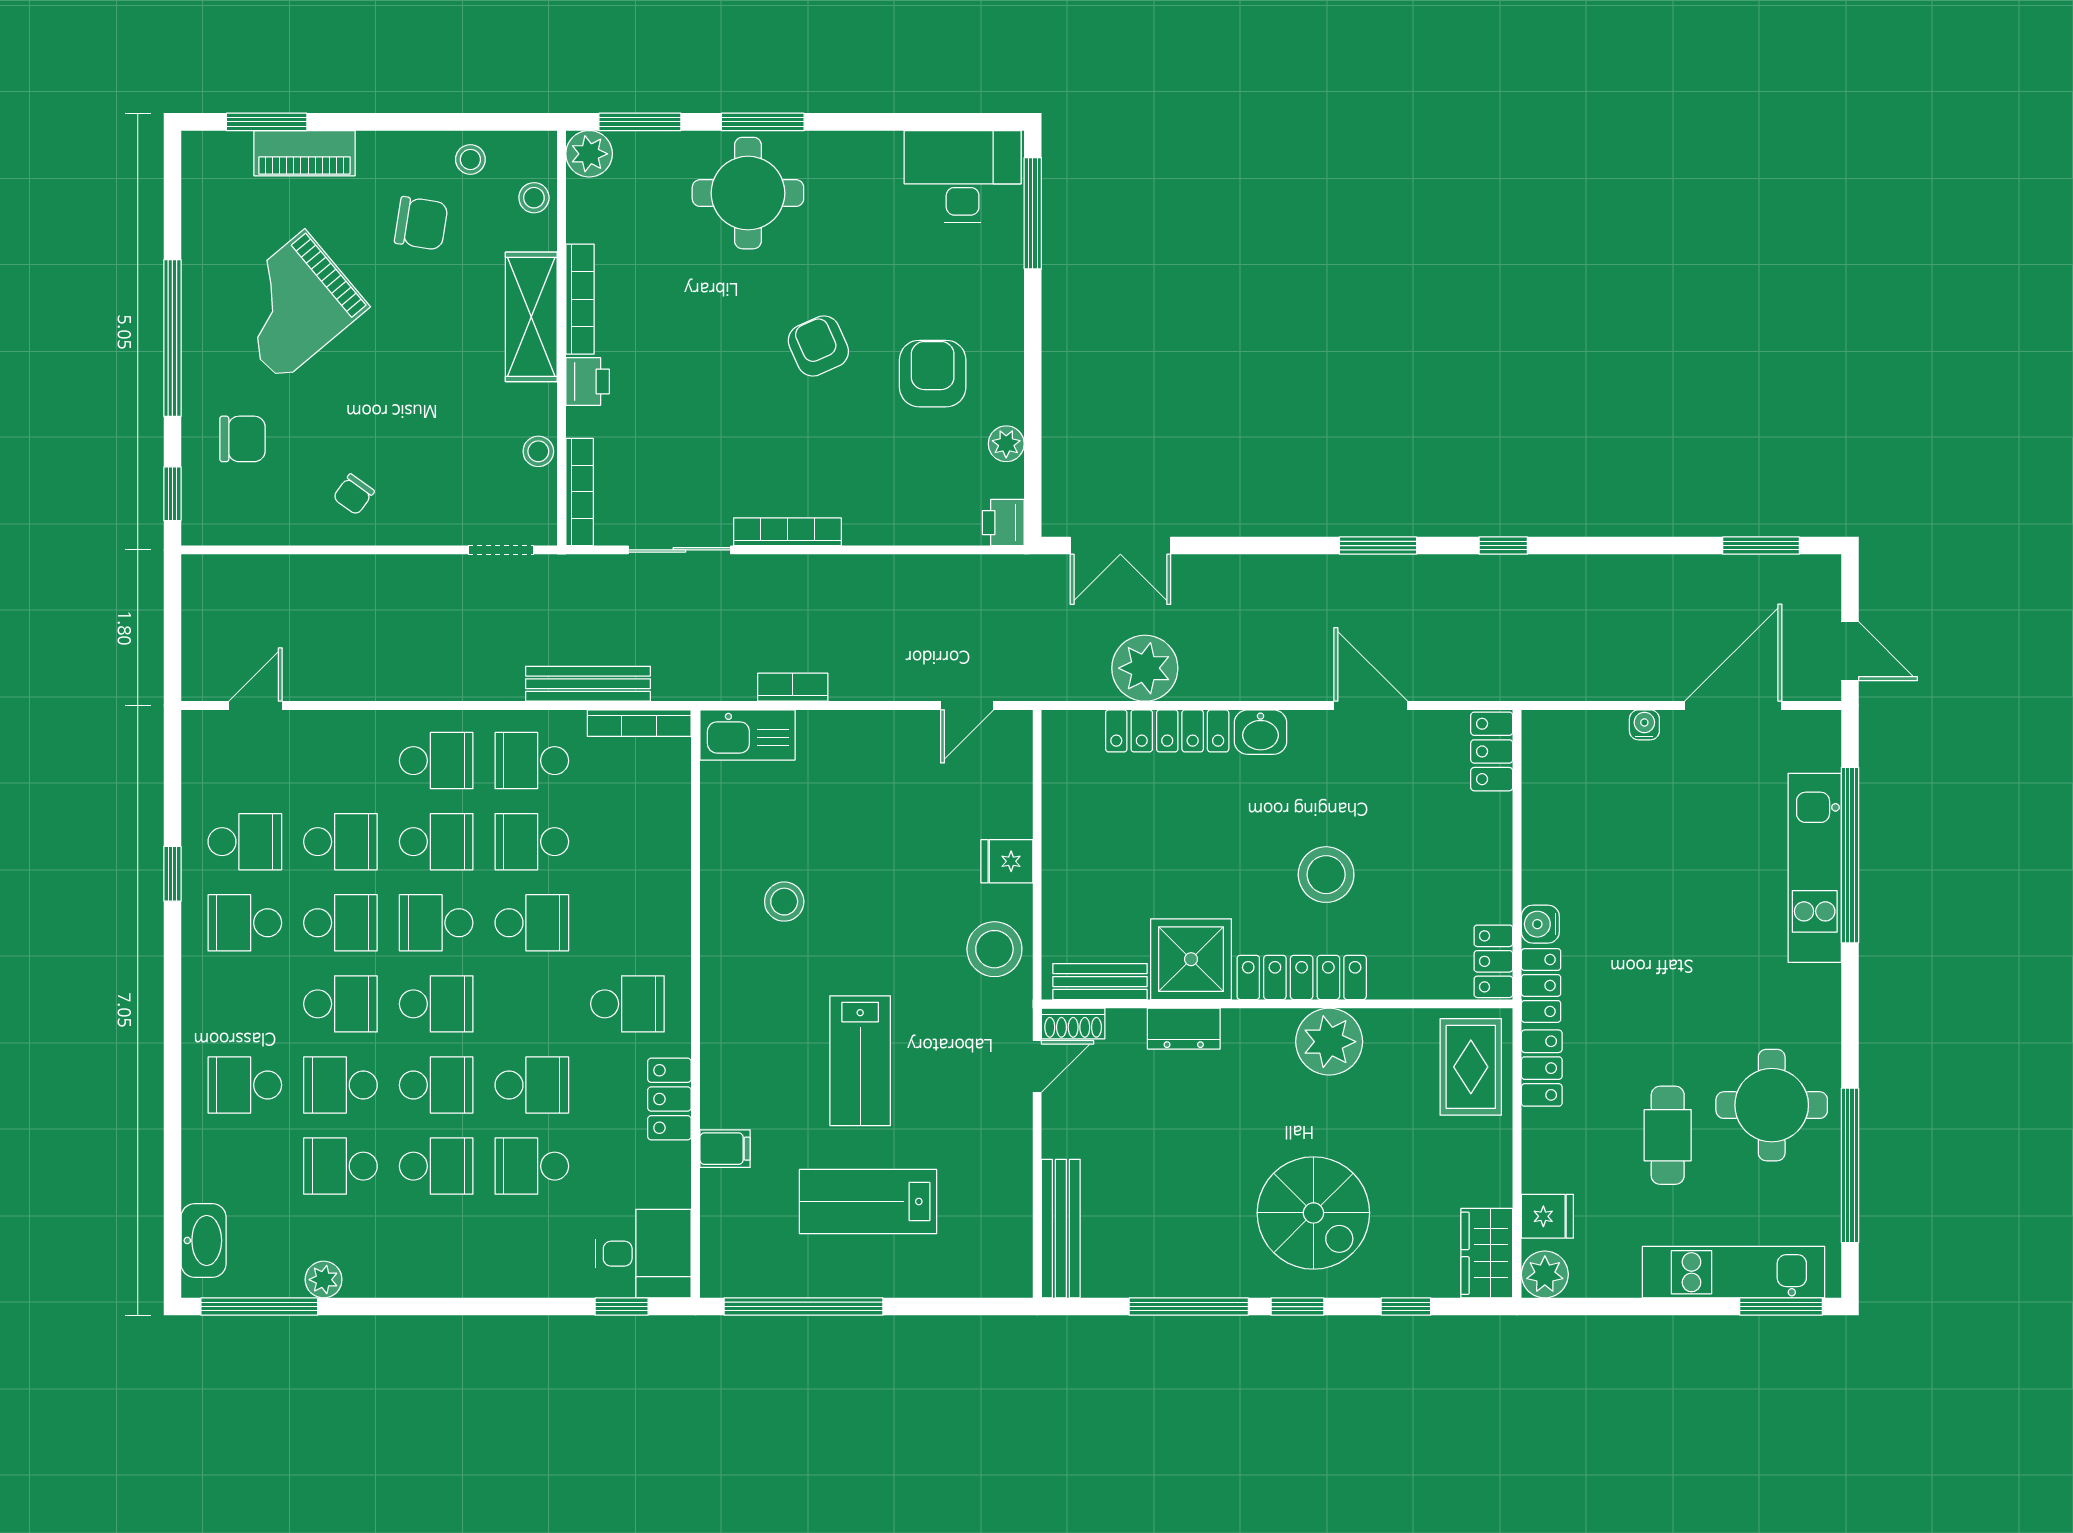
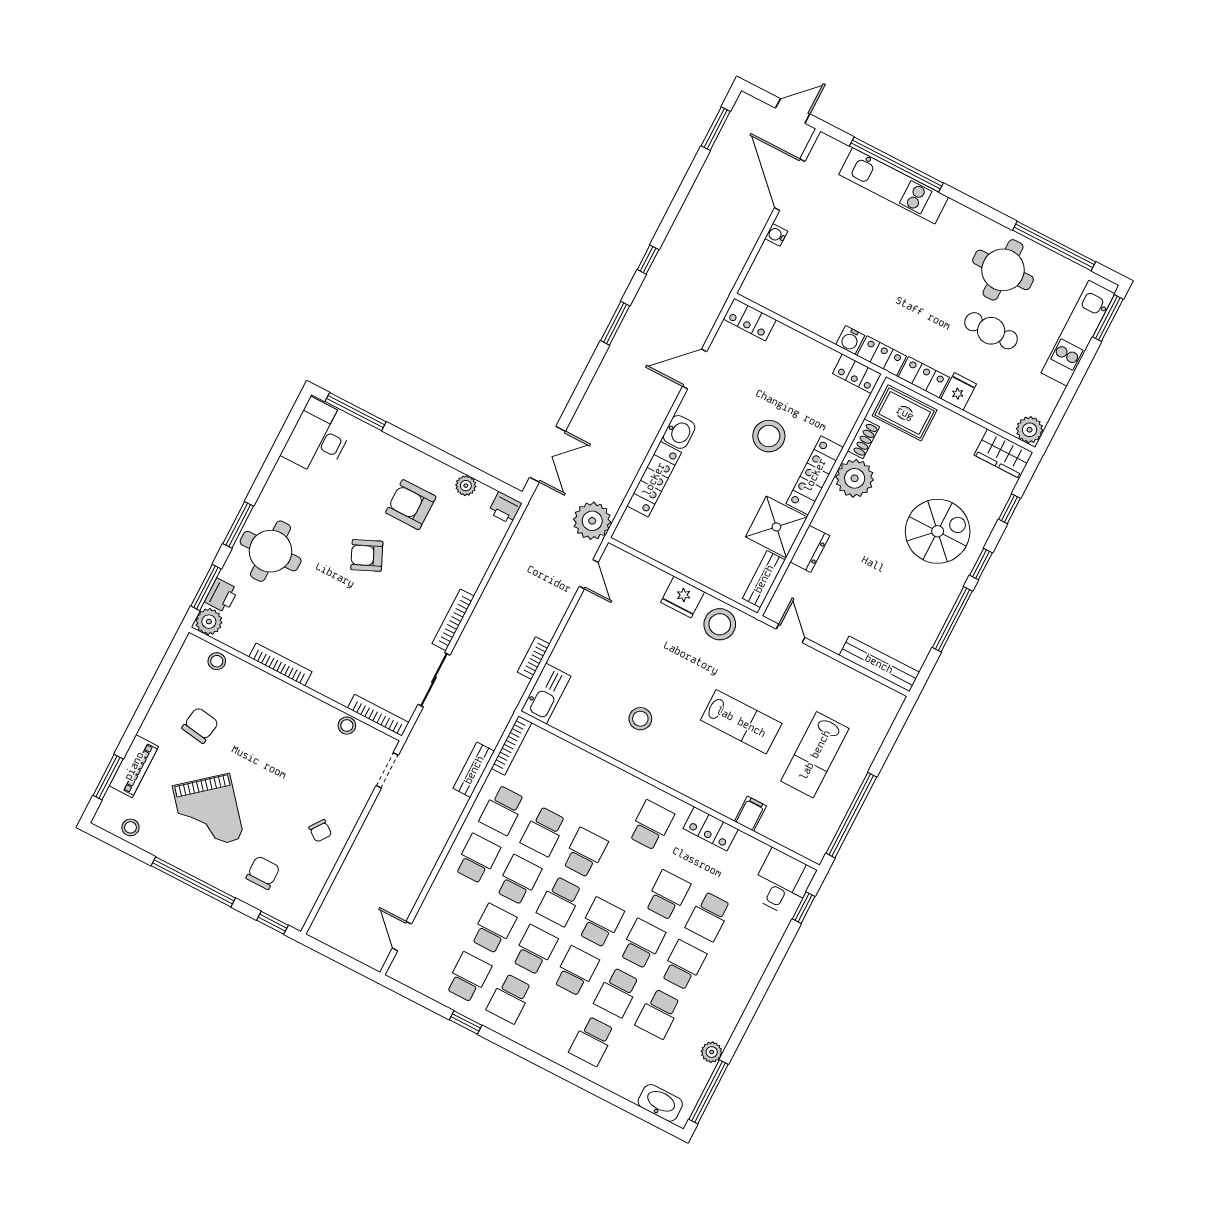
stool: (470, 159) -> (130, 827), moved
shelving: (531, 317) -> (277, 694), removed
printer: (588, 381) -> (221, 595), moved, turned 90
plant: (1145, 668) -> (592, 521), moved
bench: (588, 684) -> (474, 770), width x0.73
fridge: (1007, 861) -> (683, 597), width x1.38
shoe rack: (1073, 1024) -> (863, 439), moved
fridge: (1547, 1216) -> (959, 391), moved

